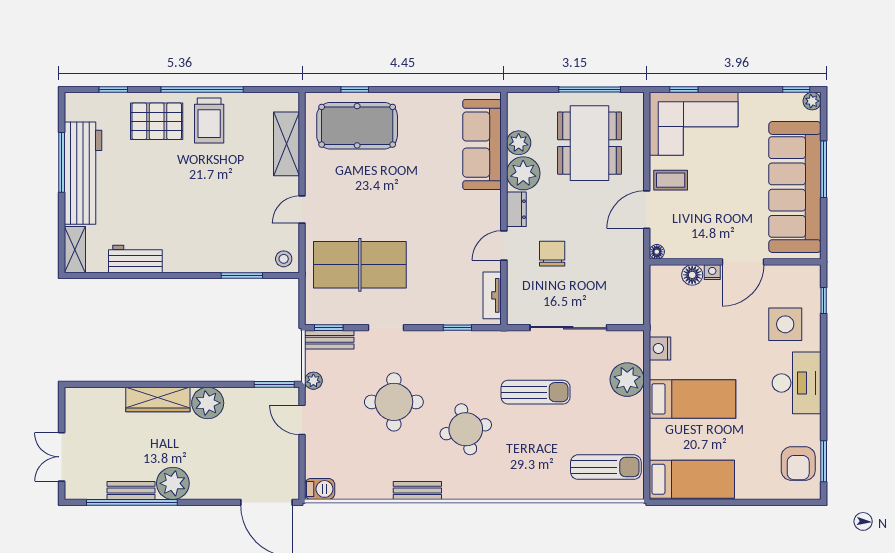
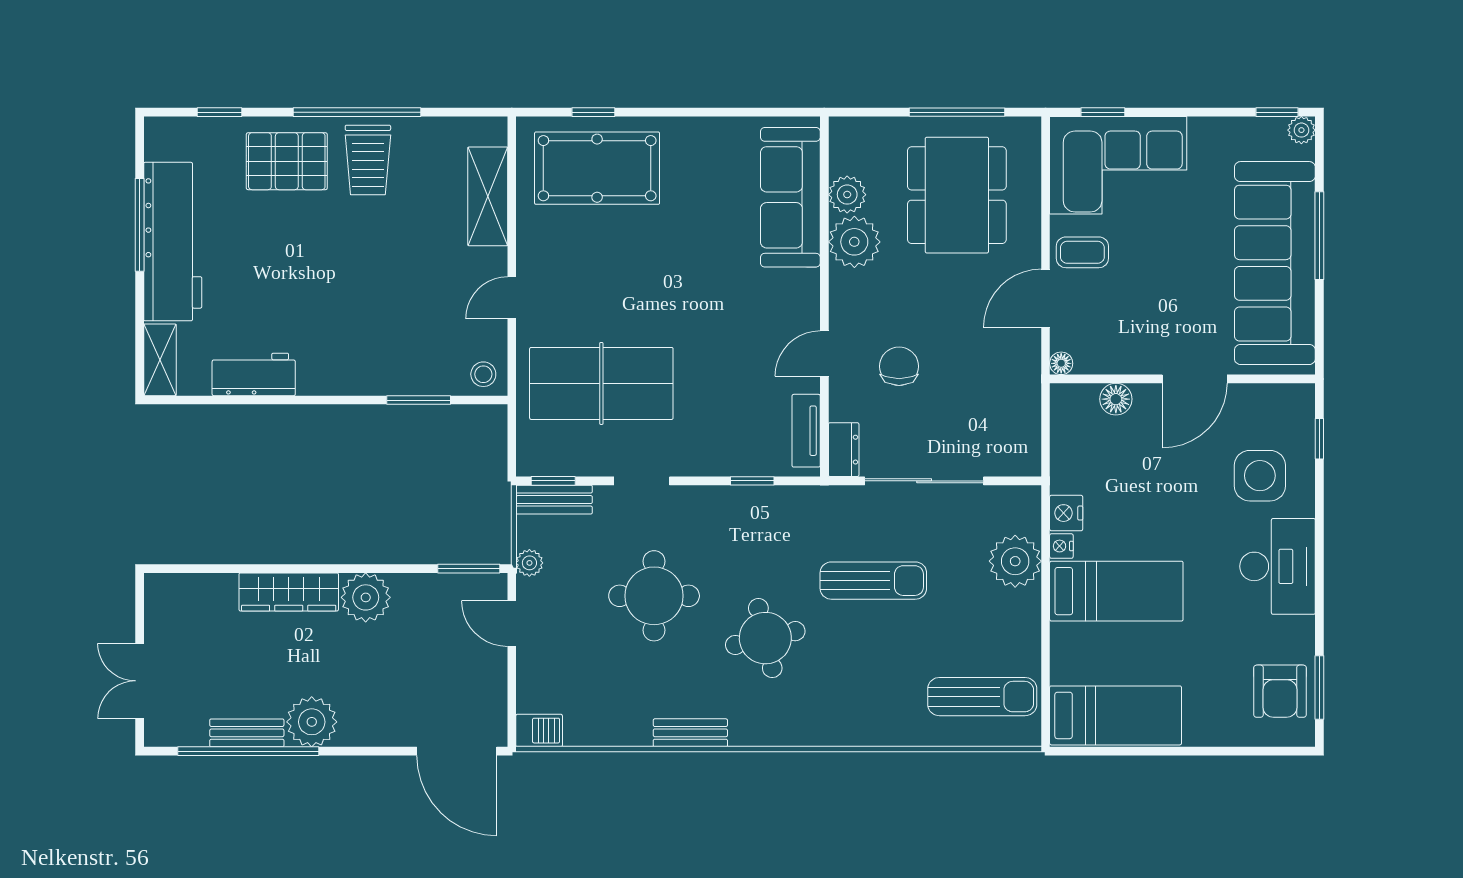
dresser: (516, 209) -> (844, 450), moved
nightstand: (712, 272) -> (1061, 546), moved, turned -90

